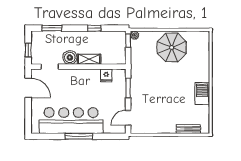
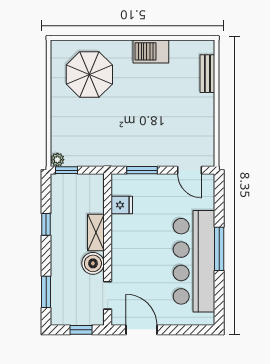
parasol: (172, 48) -> (89, 74), moved
door: (28, 88) -> (142, 330), hinge flipped

